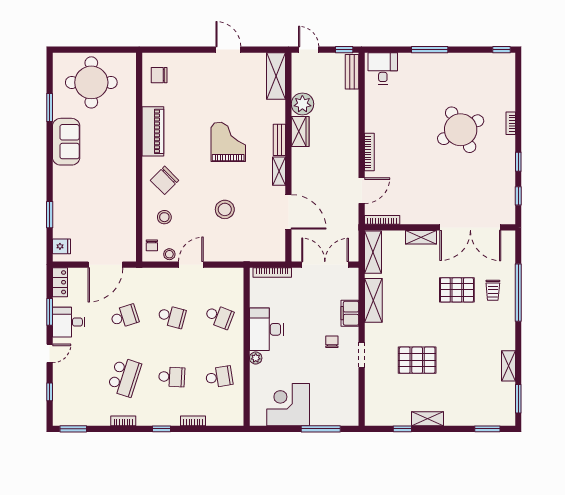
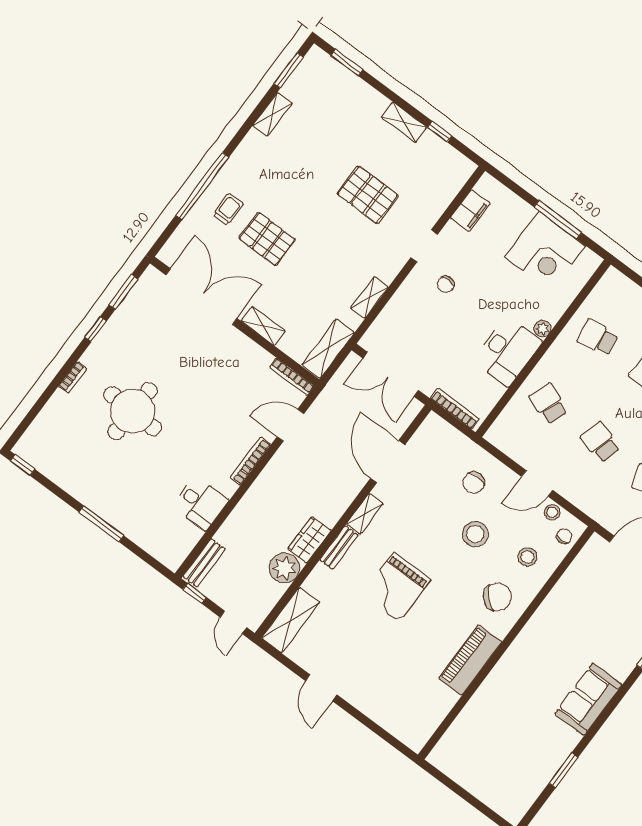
desk: (383, 68) -> (200, 503), moved, turned -90
chair: (159, 75) -> (474, 483), moved, turned 90
round table: (91, 82) -> (498, 763), removed
round table: (461, 130) -> (133, 411), turned 30
sofa: (66, 142) -> (588, 699), moved
window: (518, 196) -> (123, 292), width x1.50
stool: (225, 209) -> (475, 534), moved
shelving: (373, 300) -> (369, 297), width x0.67, depth x0.75
filing cabinet: (350, 313) -> (470, 211), moved
window: (321, 429) -> (558, 220), moved

